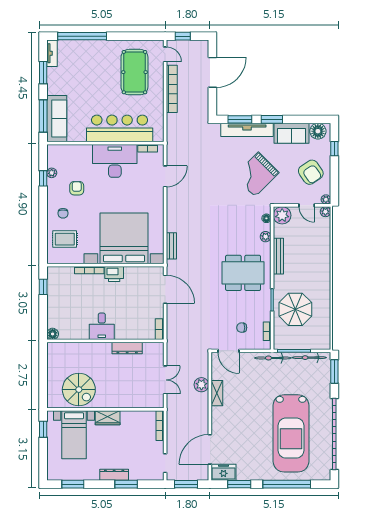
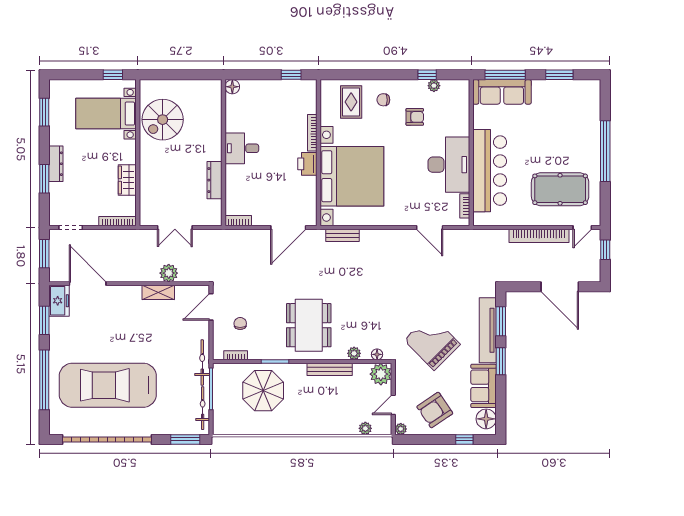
window: (82, 36) -> (605, 151), moved
tv unit: (52, 53) -> (584, 86), removed
plant: (325, 212) -> (365, 428), moved
wardrobe: (108, 418) -> (127, 180), moved

